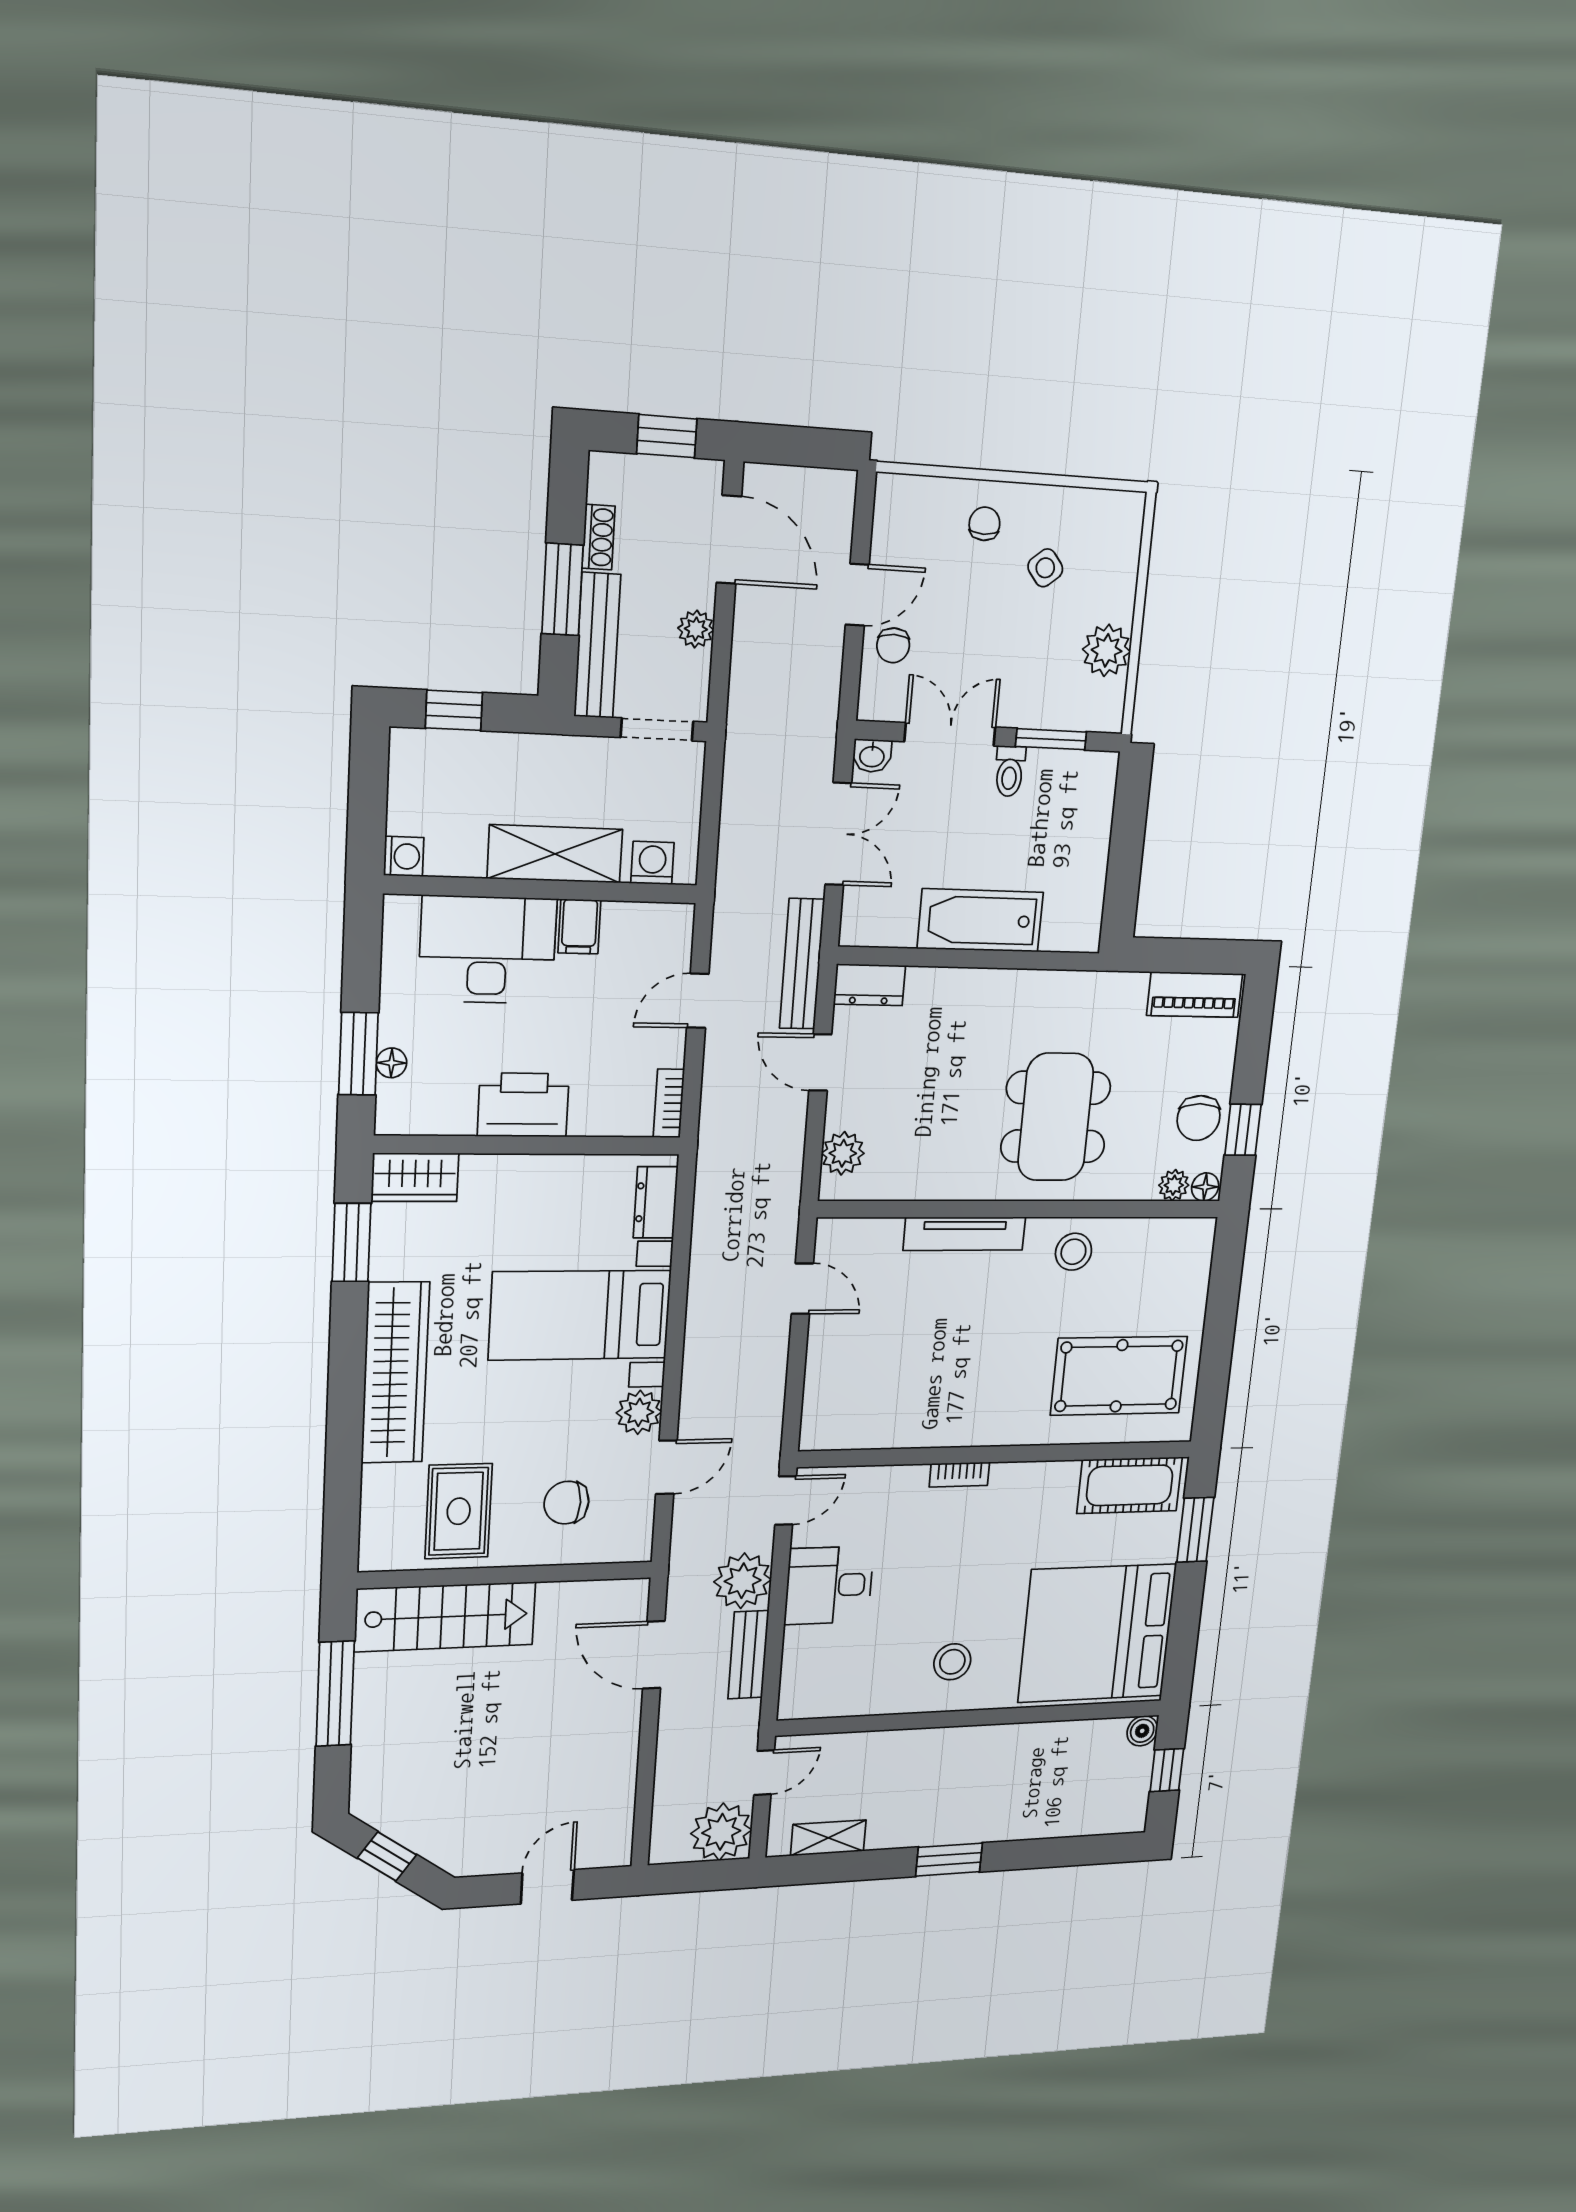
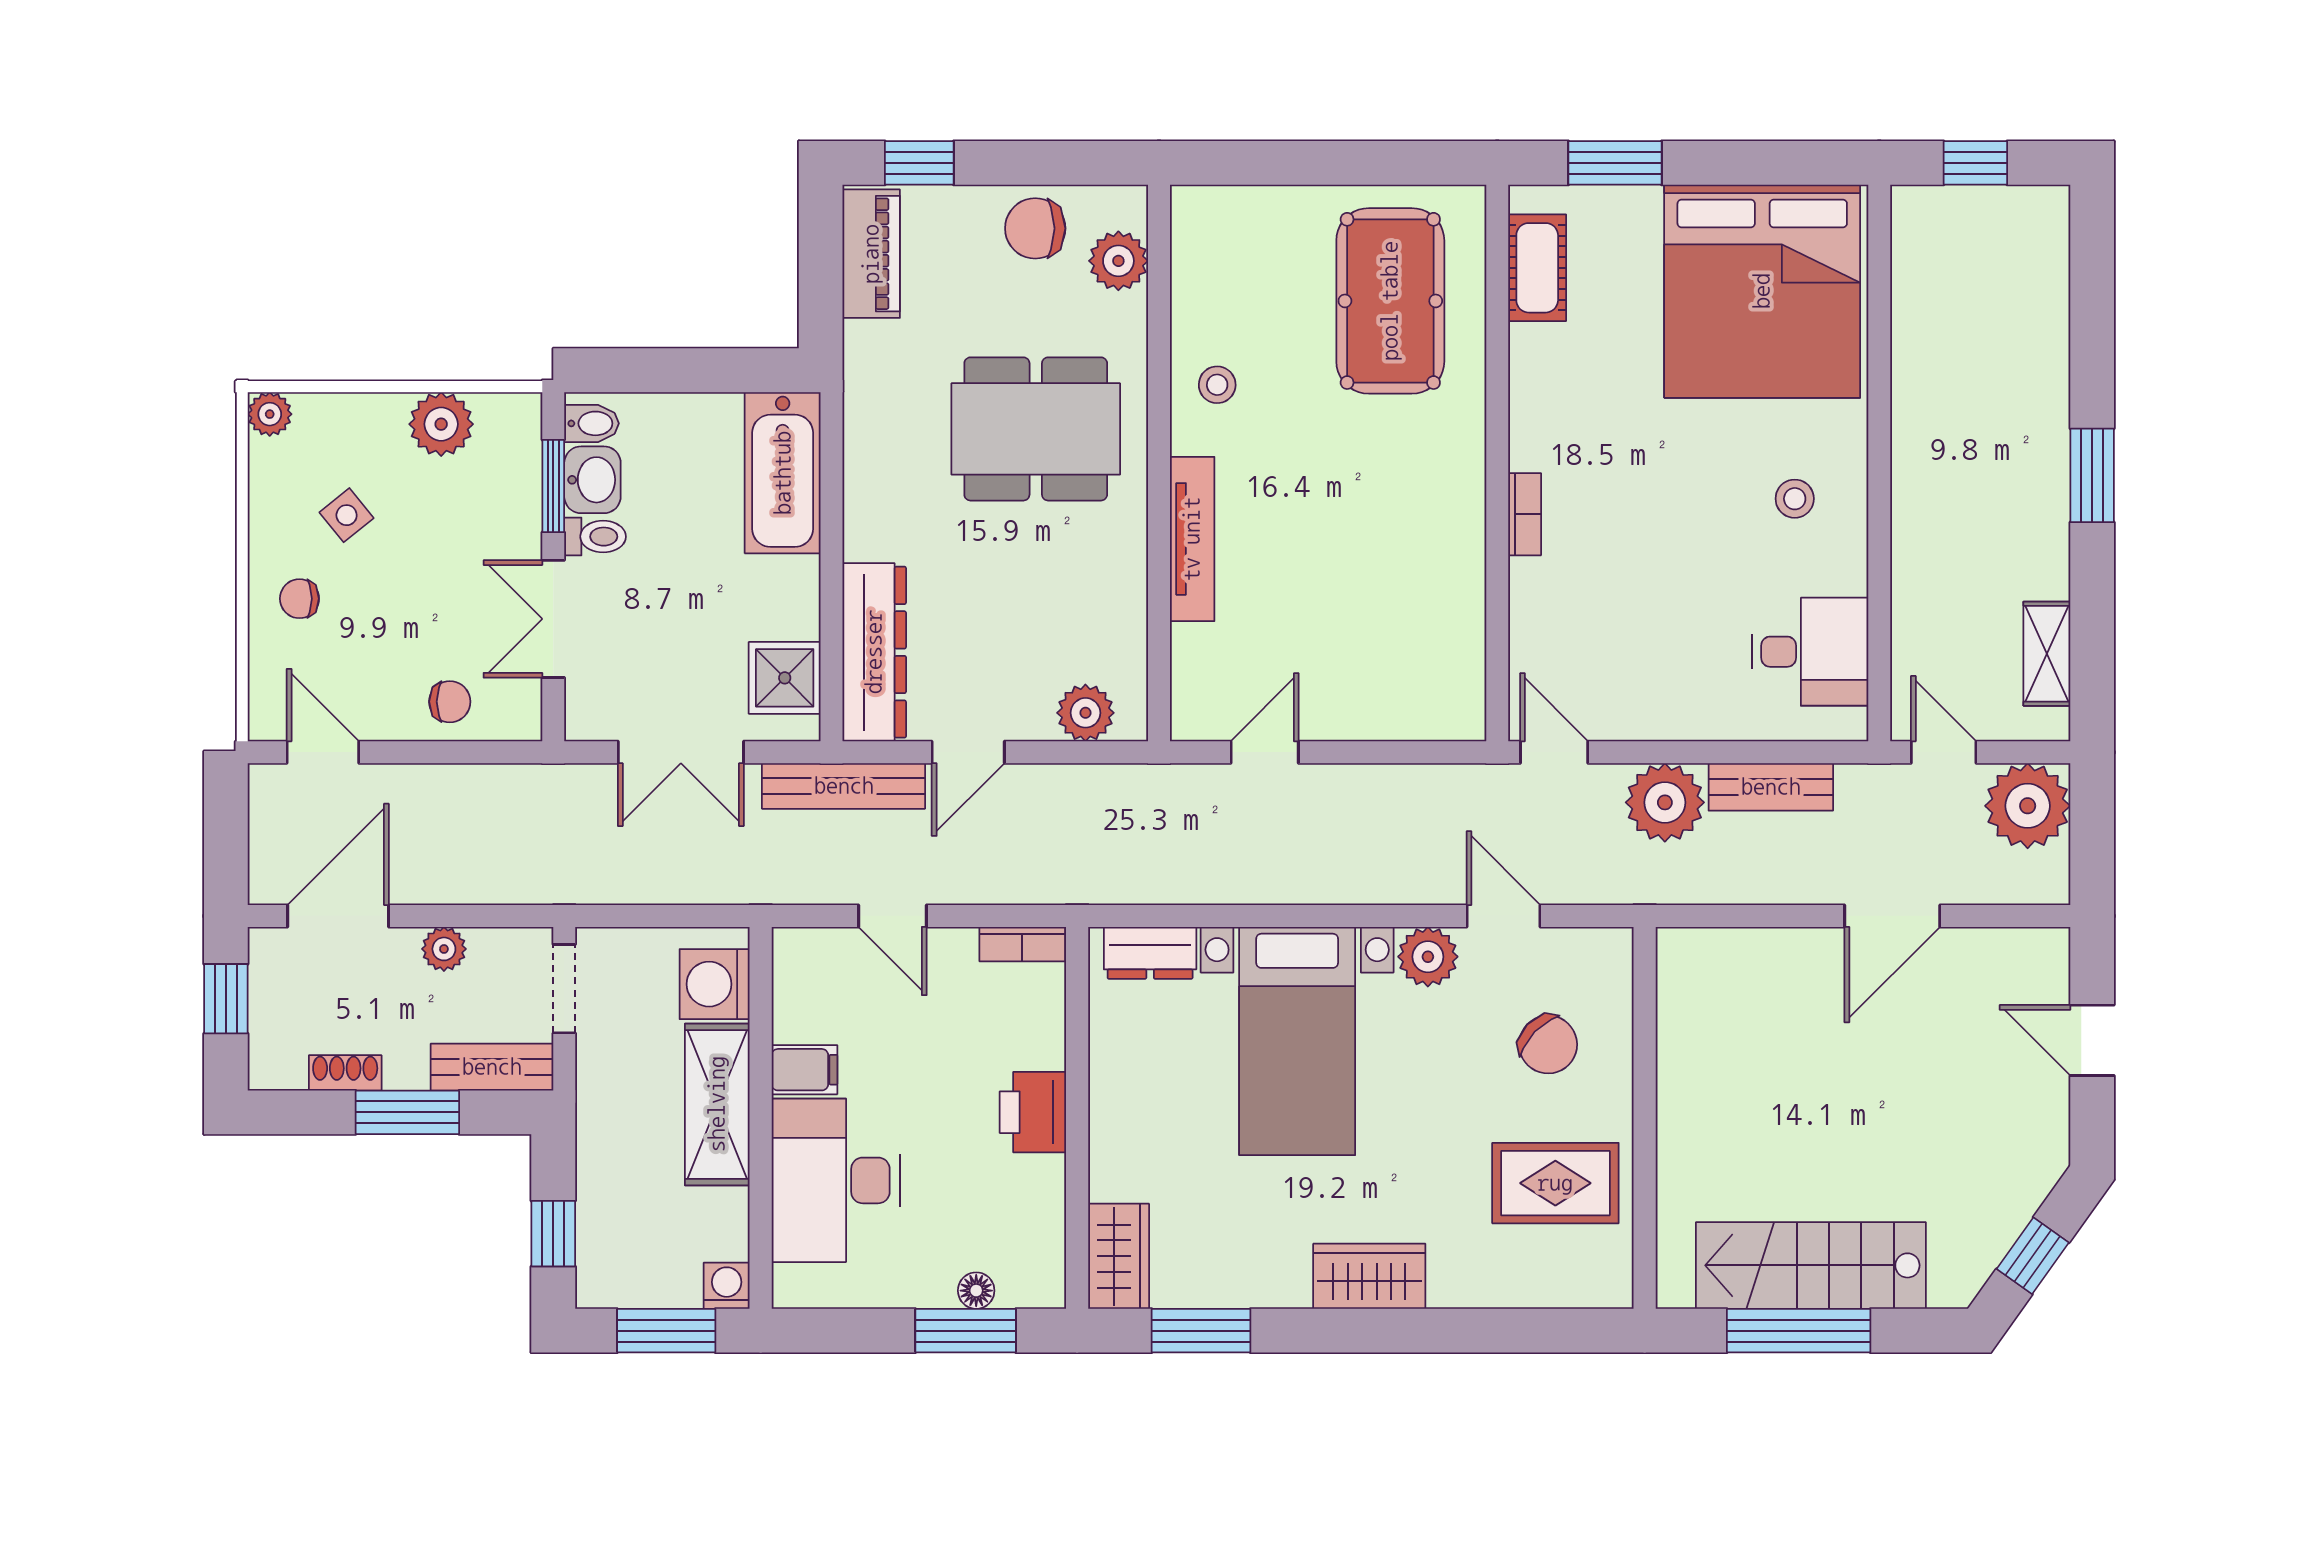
plant: (1129, 509) -> (270, 414), added
door: (857, 595) -> (323, 752), moved
bench: (597, 646) -> (492, 1067), width x0.73
washbasin: (872, 756) -> (592, 480), moved, width x1.38, depth x1.45
bidet: (1095, 772) -> (592, 423), added
window: (368, 804) -> (666, 1331), added
double door: (838, 834) -> (681, 752), swing flipped
washing machine: (652, 863) -> (715, 984), width x1.38, depth x1.38
shower: (889, 919) -> (785, 678), added
bathtub: (980, 920) -> (783, 473), moved
dresser: (870, 985) -> (874, 652), width x1.96, depth x1.24
printer: (523, 1105) -> (1033, 1112), width x0.73, depth x0.84
chair: (1199, 1118) -> (1035, 228), turned 180
window: (1243, 1130) -> (919, 163), moved
plant: (1174, 1185) -> (1118, 261), width x1.38, depth x1.38
floor lamp: (1205, 1187) -> (1129, 208), removed
stool: (1073, 1252) -> (1217, 385), width x0.73, depth x0.73
wardrobe: (395, 1373) -> (1369, 1276), width x0.48, depth x0.85
cot: (1130, 1485) -> (1537, 268), width x0.73, depth x0.75
chair: (566, 1503) -> (1548, 1044), turned -46
desk: (829, 1585) -> (1810, 652), moved, turned -90
stairs: (445, 1617) -> (1811, 1265), moved, turned -90
door: (654, 1655) -> (1892, 916), moved
stool: (952, 1662) -> (1795, 499), width x0.73, depth x0.73
boiler: (1142, 1731) -> (1913, 207), removed

